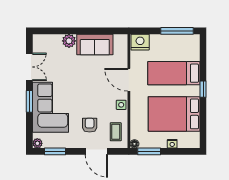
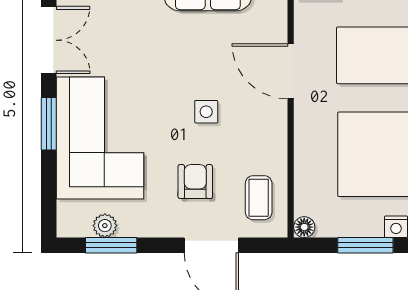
side table: (121, 105) -> (206, 112), moved
plant: (37, 143) -> (105, 226), moved
window: (149, 151) -> (365, 245), moved

